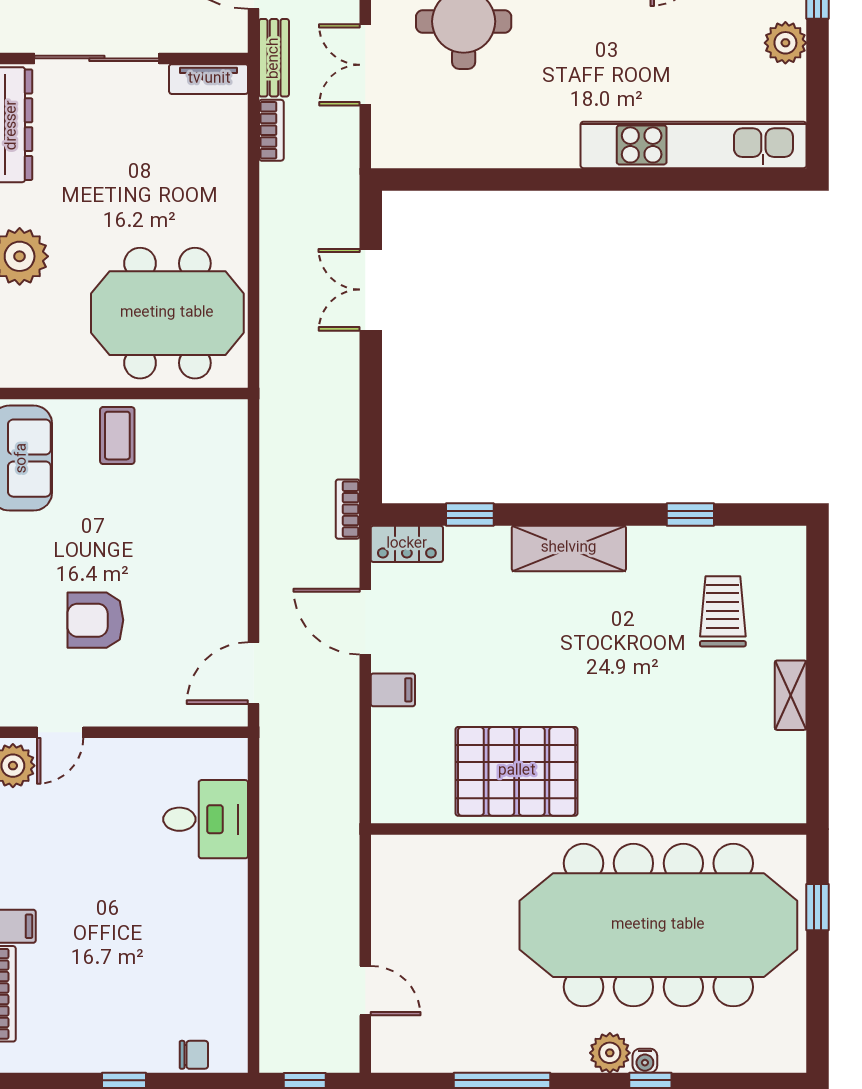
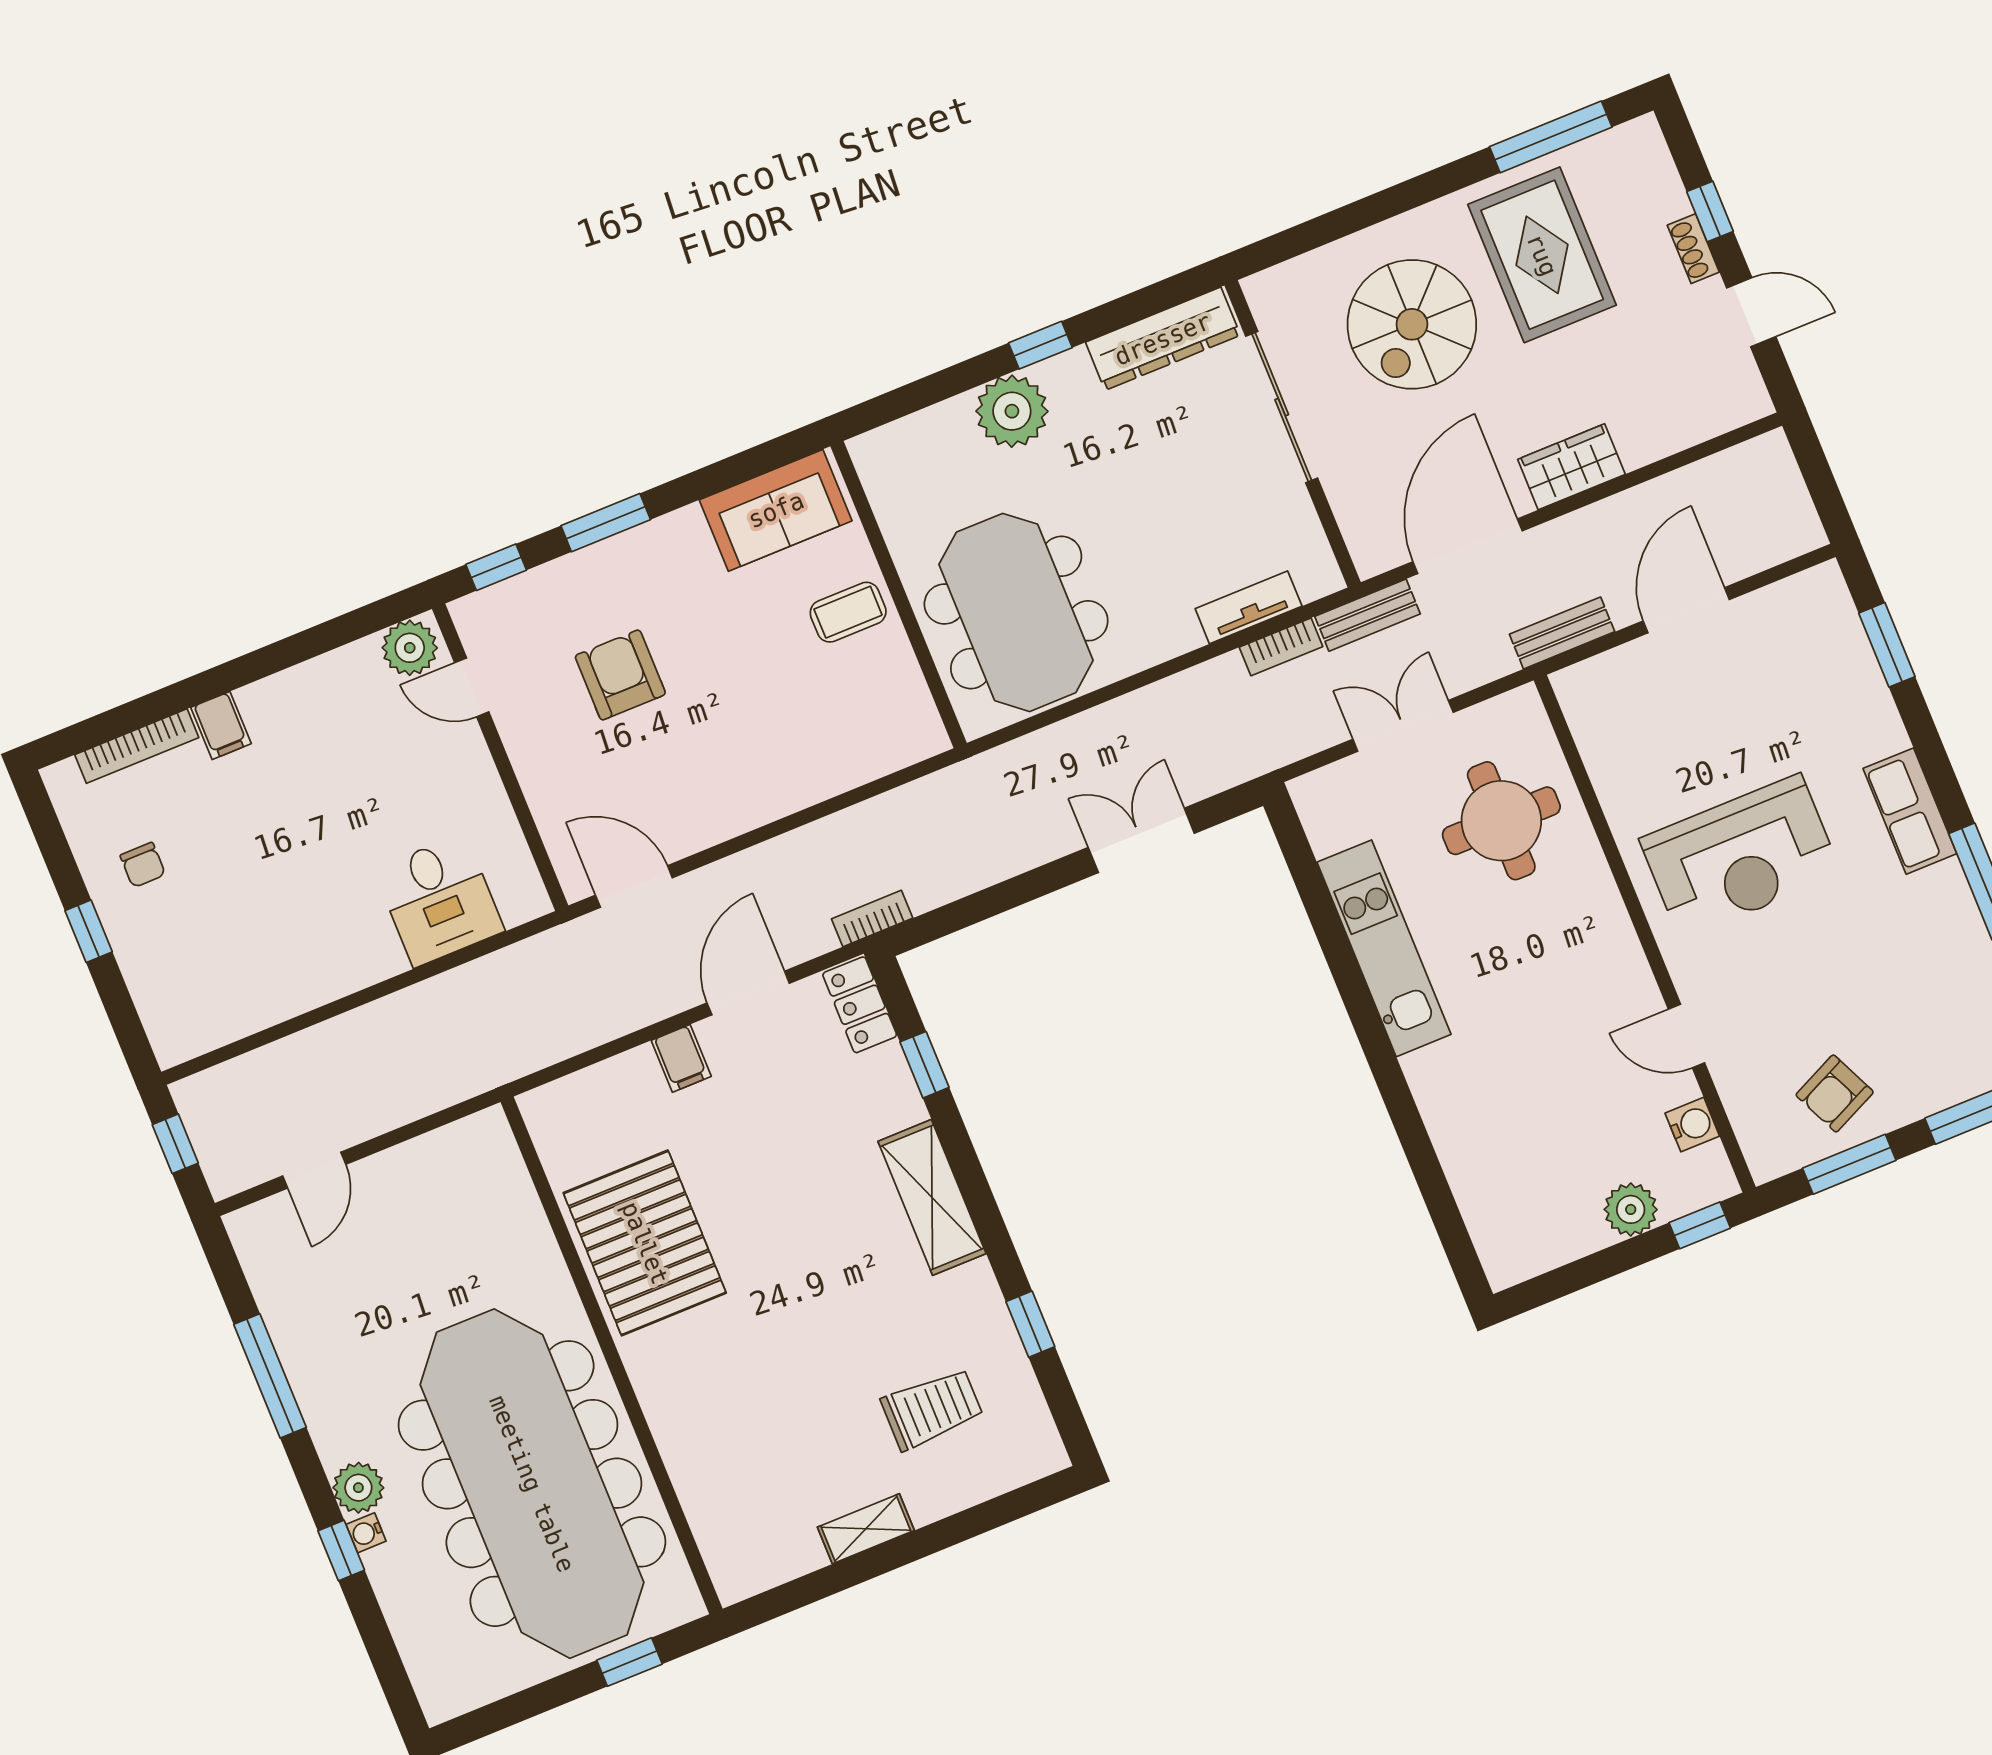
tv unit: (209, 79) -> (1249, 607), moved, turned 90
kitchen unit: (694, 145) -> (1384, 948), moved, width x0.73
chair: (194, 1055) -> (143, 865), moved

